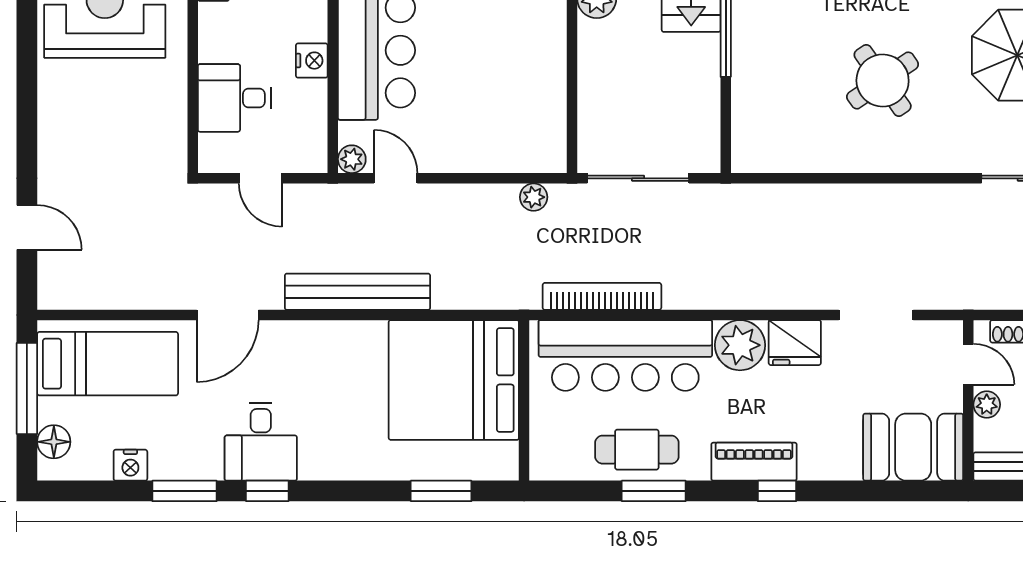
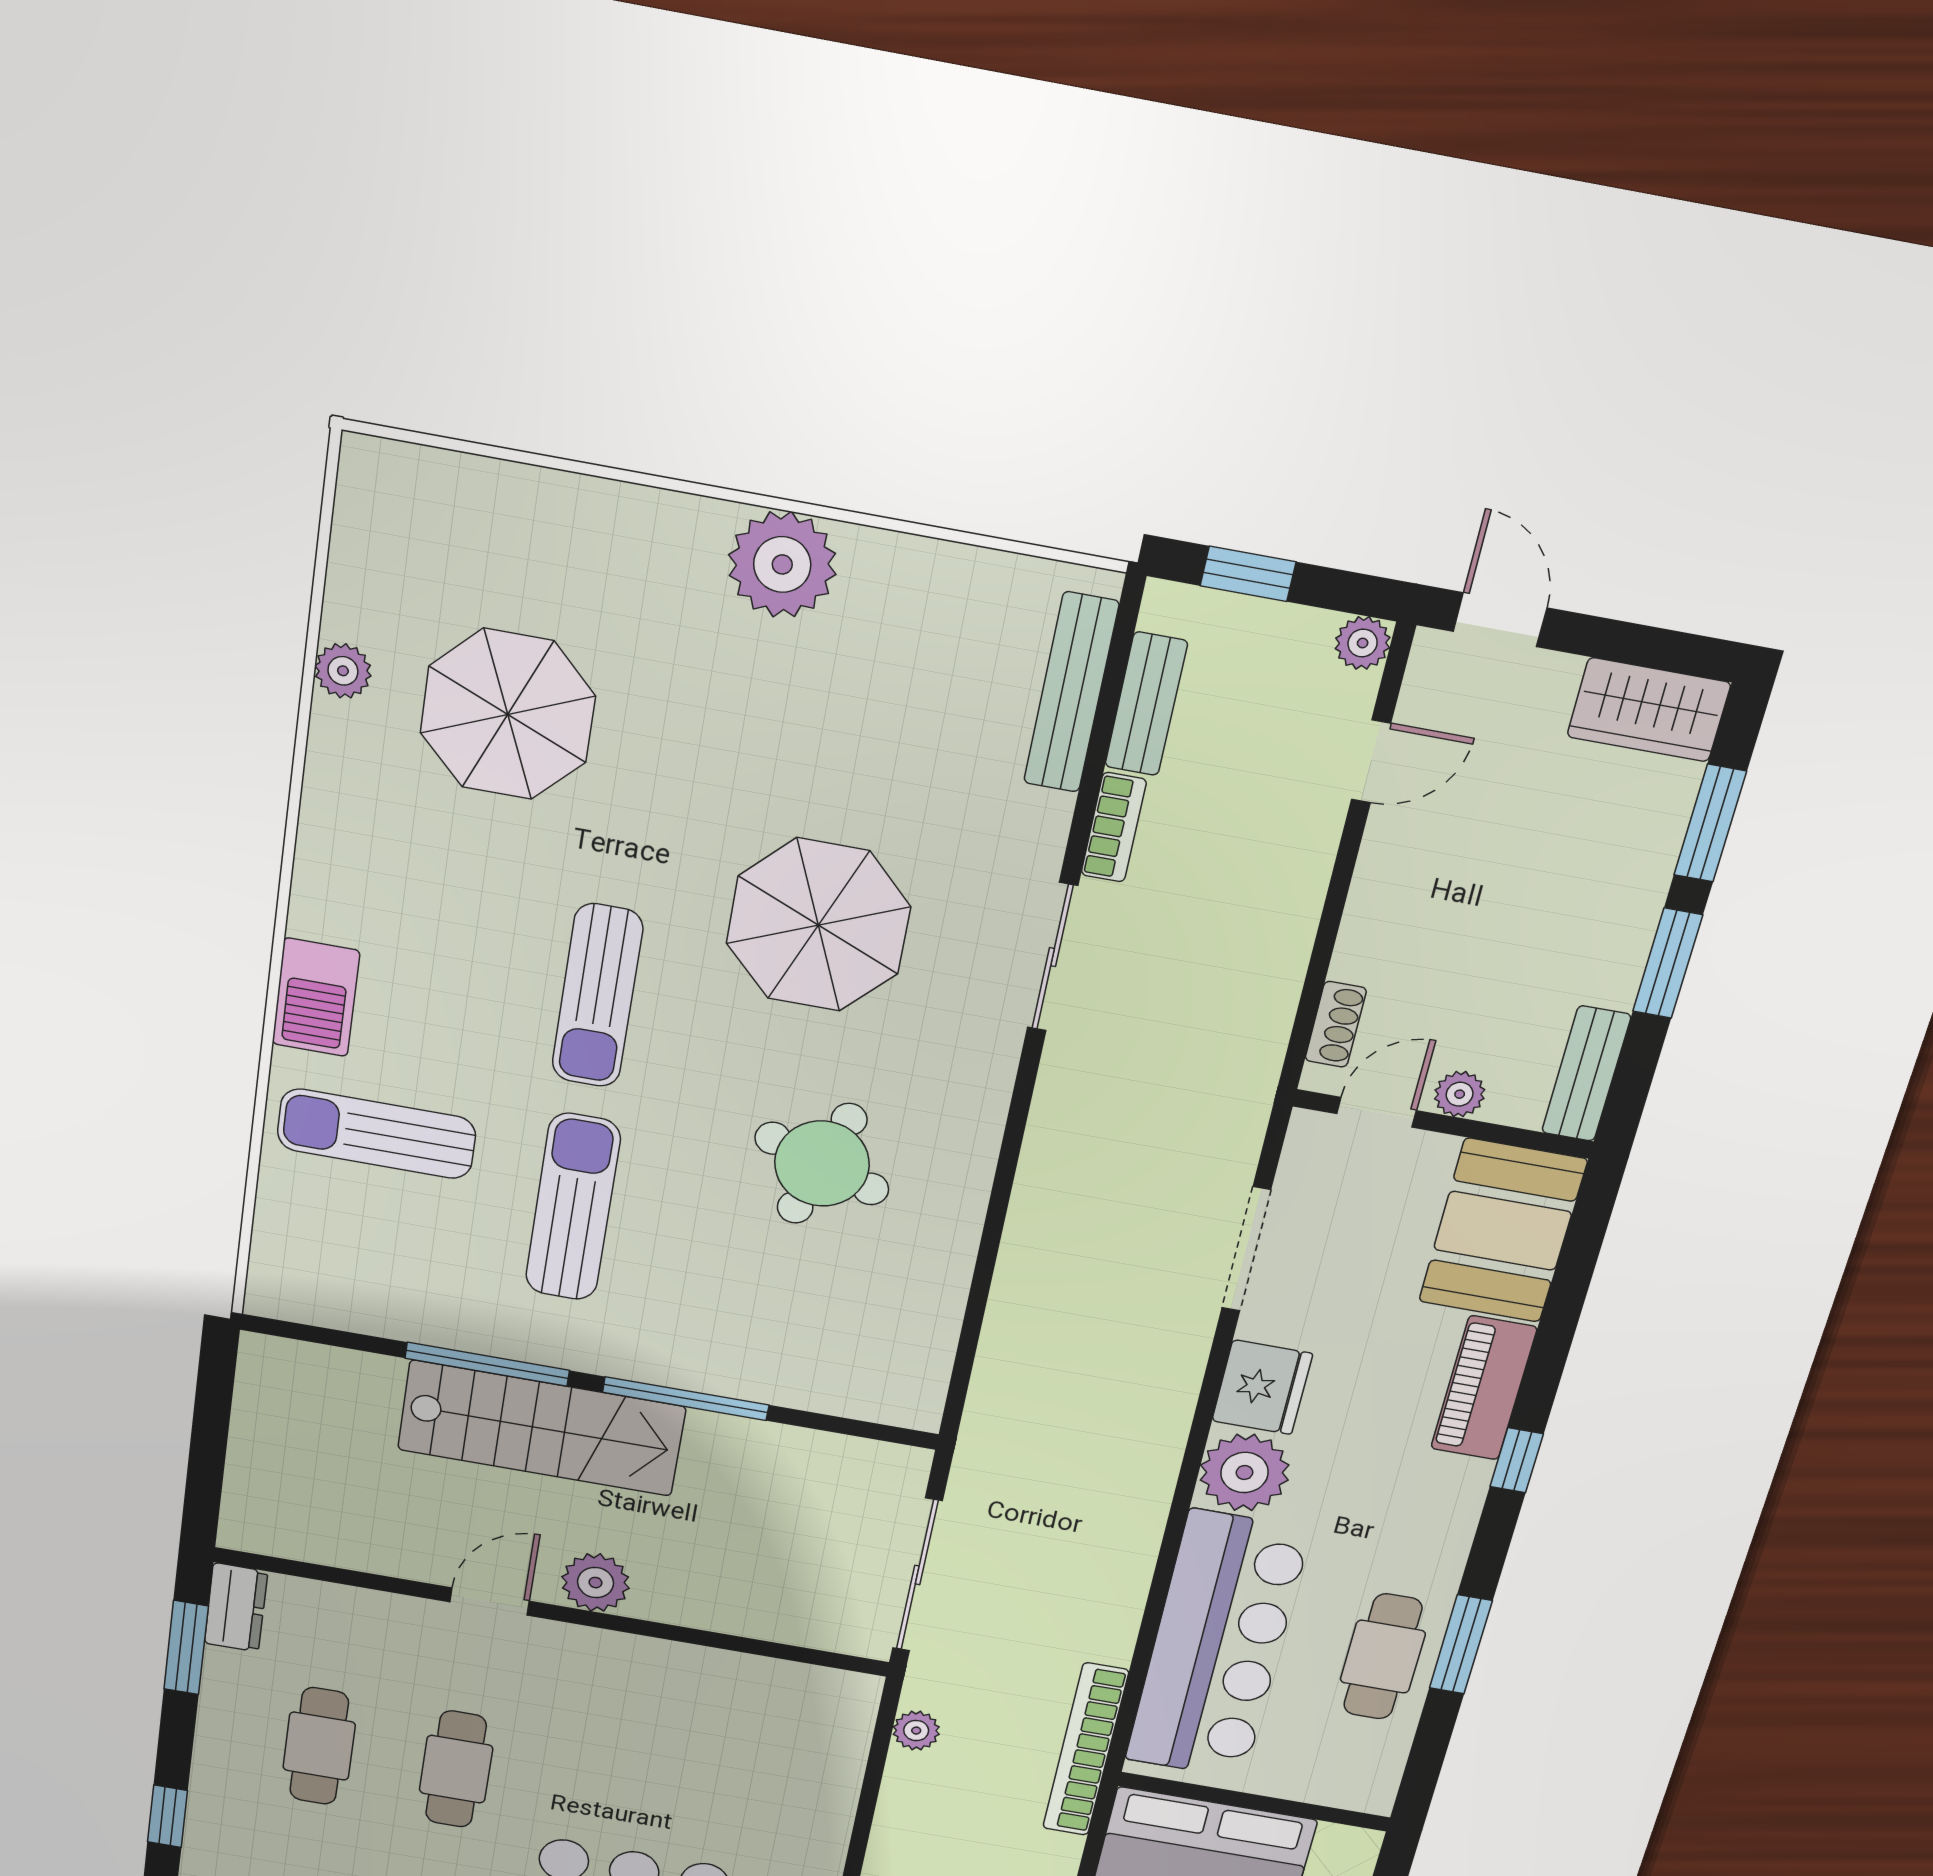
round table: (883, 81) -> (822, 1164), turned -36
bookcase: (602, 296) -> (1086, 1750), moved
piano: (754, 462) -> (1484, 1388), moved

